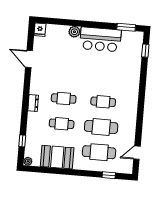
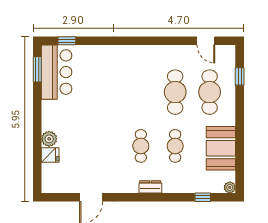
fridge: (40, 30) -> (50, 155), moved
bar counter: (100, 39) -> (57, 72), moved
cafe table: (103, 102) -> (141, 92), removed

